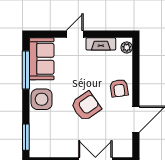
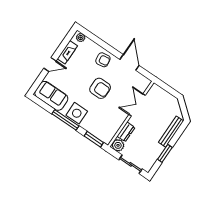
door: (75, 34) -> (50, 65), swing flipped
window: (26, 70) -> (65, 120), moved
armchair: (86, 106) -> (100, 88), turned 125

